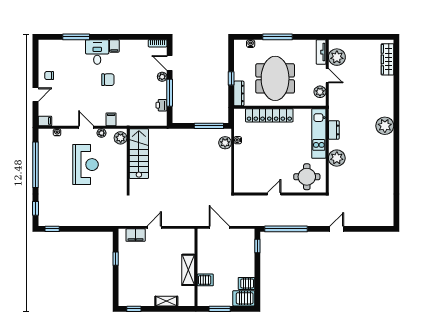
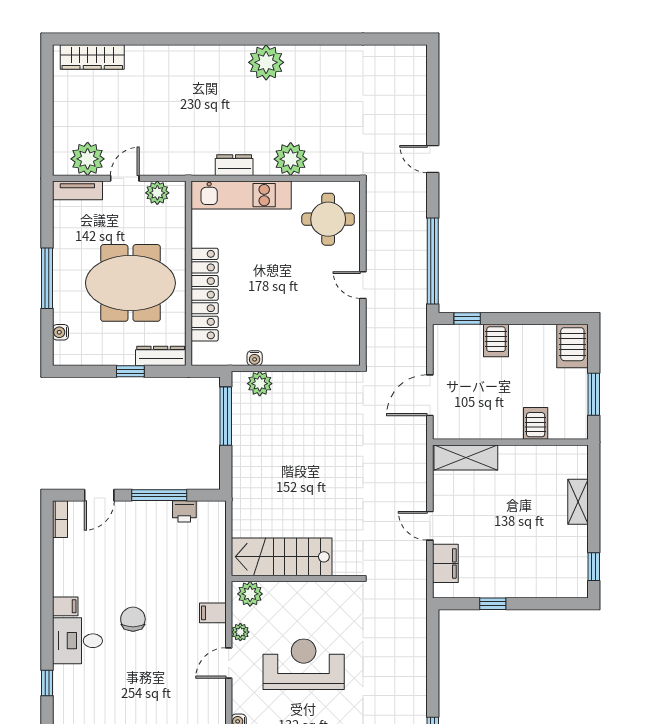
window: (76, 37) -> (47, 683), width x0.46
plant: (162, 77) -> (127, 510), removed
plant: (385, 126) -> (266, 62), moved
shelving: (188, 270) -> (466, 457), moved
server rack: (246, 283) -> (496, 341), moved

